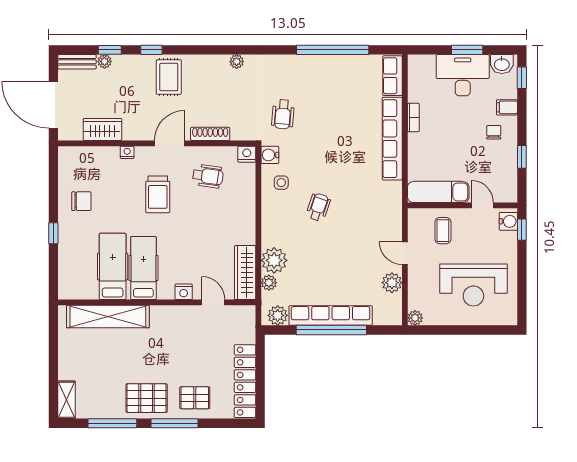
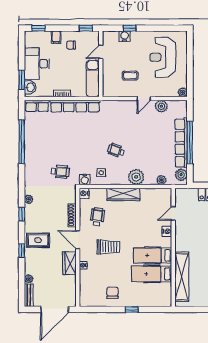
window: (110, 50) -> (22, 214), moved
window: (467, 50) -> (22, 80), moved
washbasin: (502, 64) -> (30, 87), moved
wardrobe: (102, 129) -> (69, 263), moved
exam couch: (438, 192) -> (93, 78), moved
wall: (462, 205) -> (101, 64), moved
door: (482, 205) -> (101, 52), moved
plant: (274, 260) -> (136, 177), moved
wardrobe: (245, 273) -> (124, 194), moved
reception desk: (473, 285) -> (163, 57), turned 180

